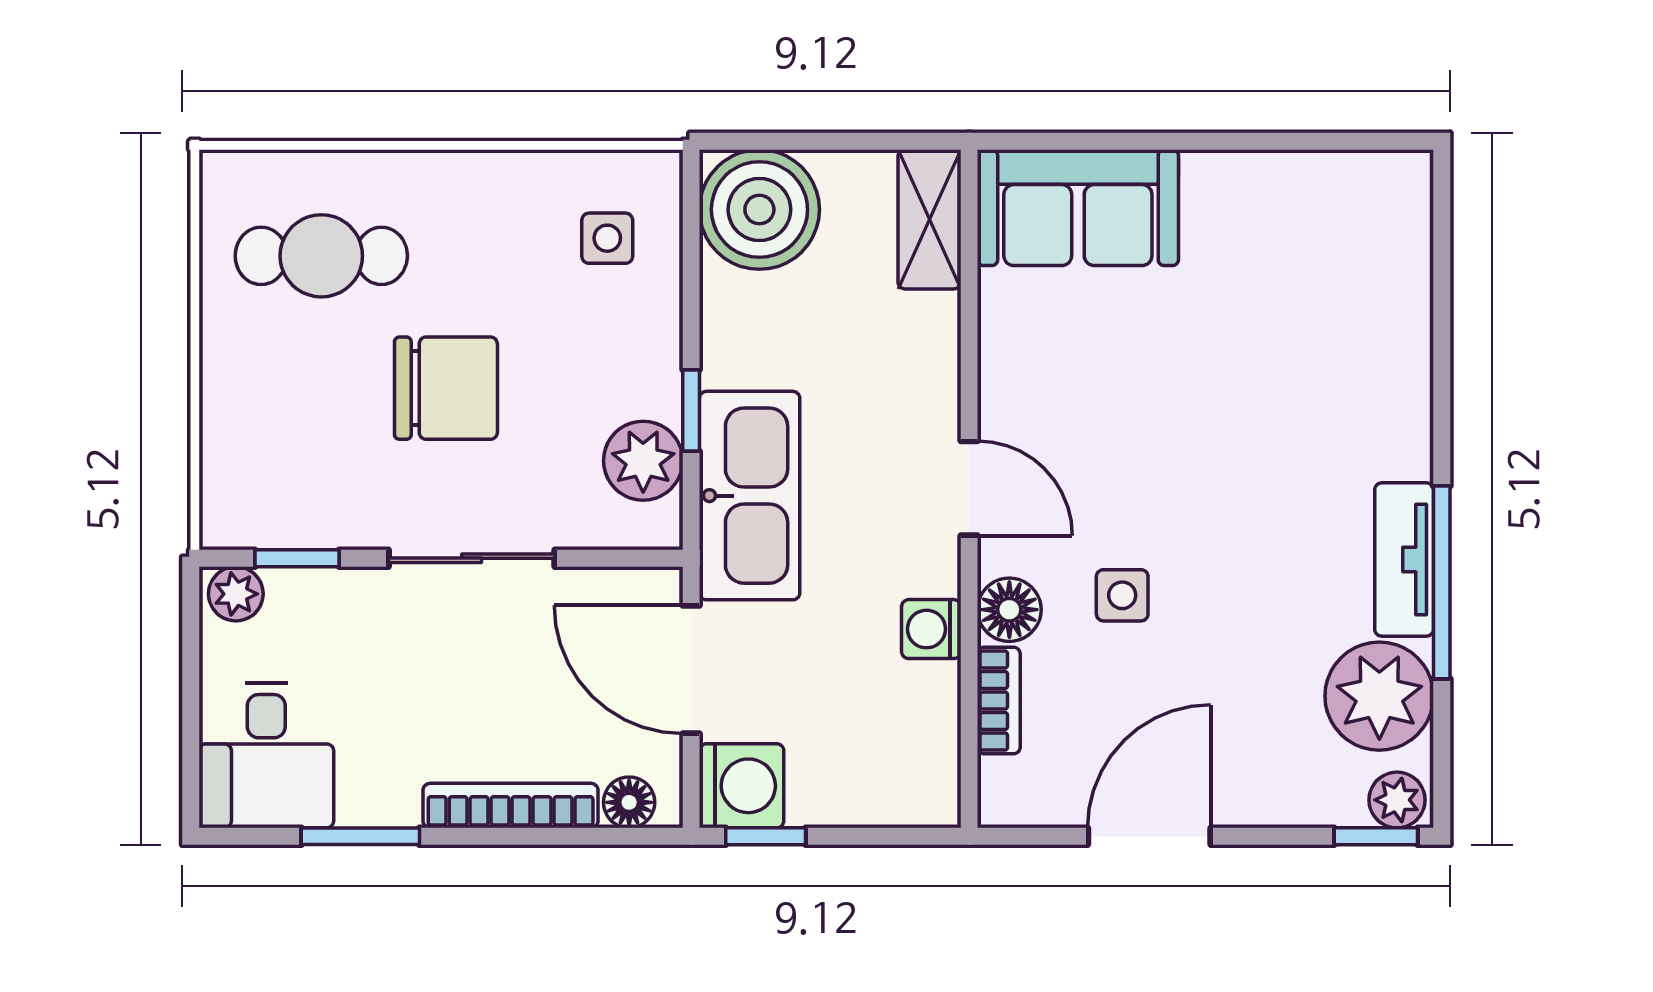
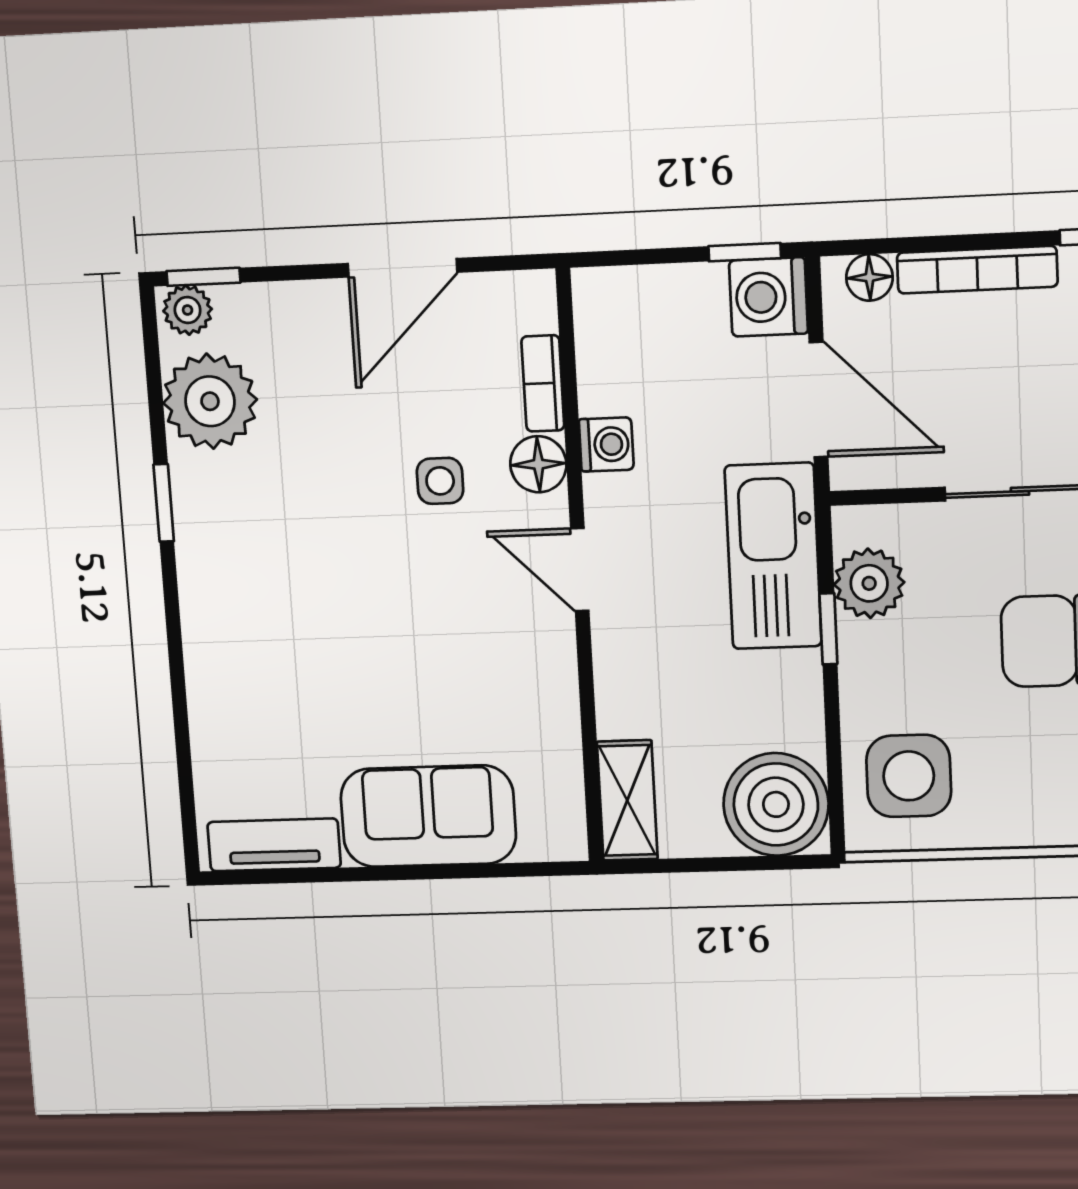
sofa: (1078, 208) -> (428, 816), moved
side table: (607, 238) -> (909, 776), width x1.87, depth x1.87
tv unit: (1404, 560) -> (274, 845), moved, turned -90
window: (1442, 582) -> (164, 503), width x0.46

